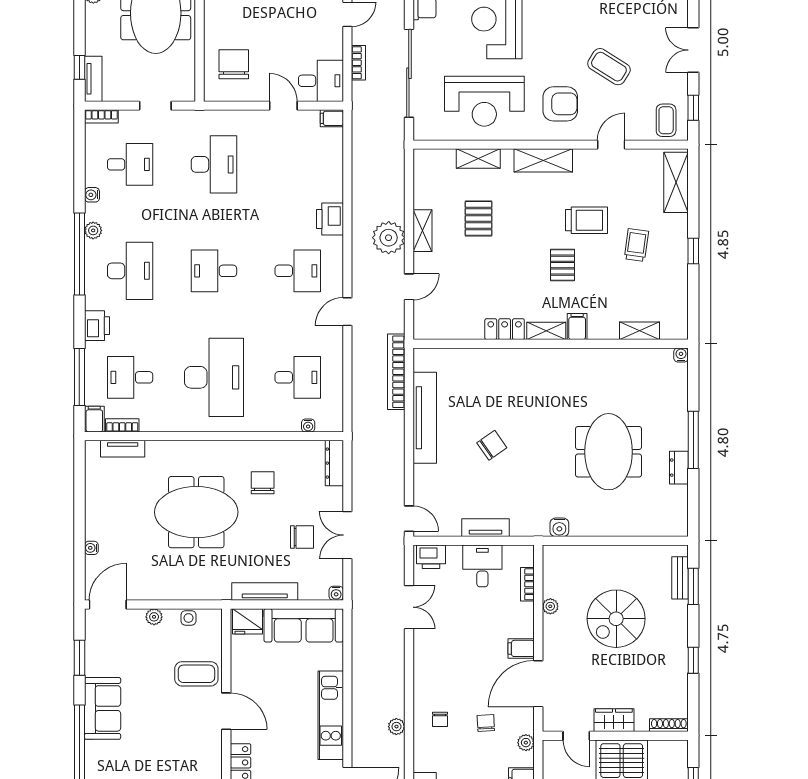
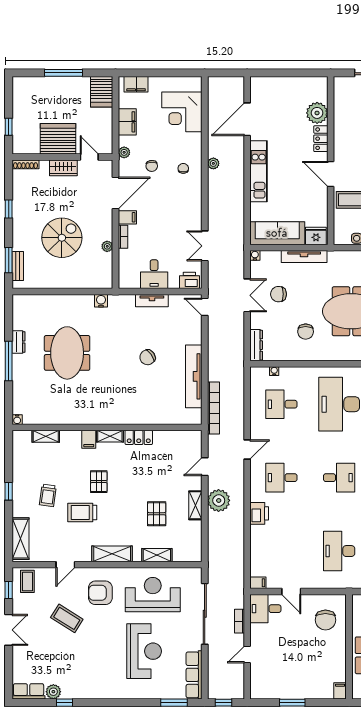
bookcase: (527, 584) -> (123, 237), moved

